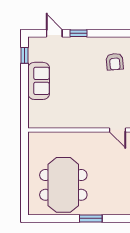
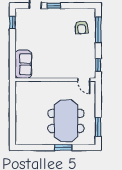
sofa: (39, 81) -> (23, 64), moved
meeting table: (63, 185) -> (66, 121), moved

